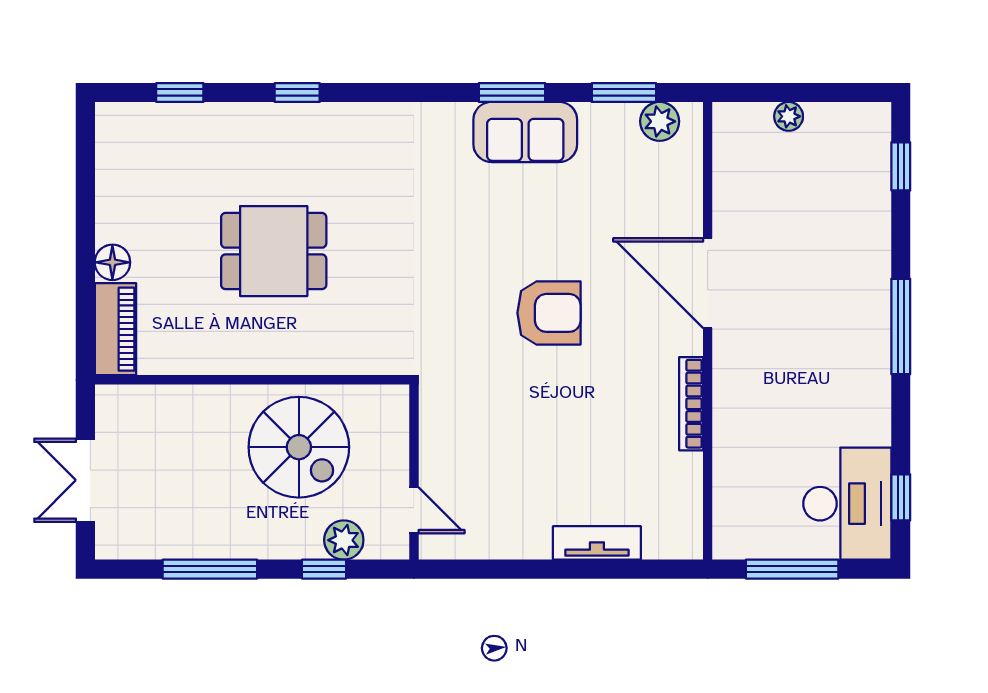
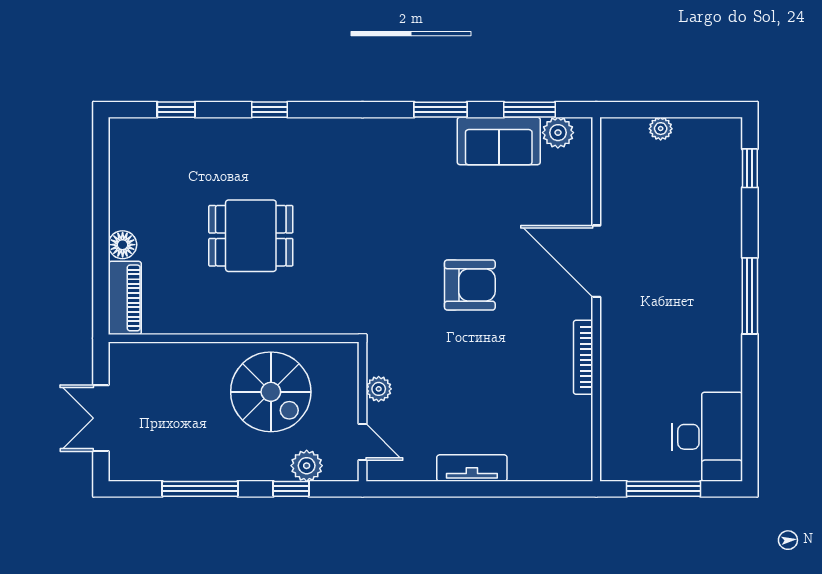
sofa: (525, 132) -> (499, 141), moved
plant: (434, 443) -> (379, 389), added
window: (901, 497) -> (750, 432), removed
tv unit: (597, 543) -> (472, 468), moved

